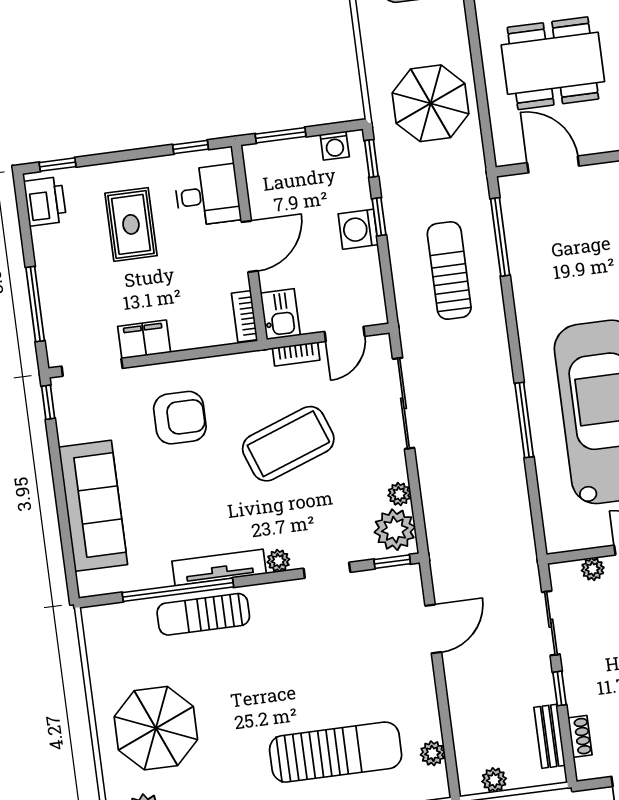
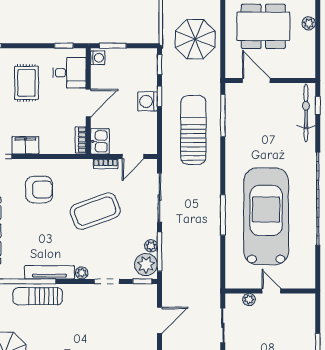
washing machine: (335, 146) -> (98, 58), moved, turned -90
sun lounger: (449, 271) -> (193, 130), width x1.36, depth x1.34
window: (417, 503) -> (160, 252), added

